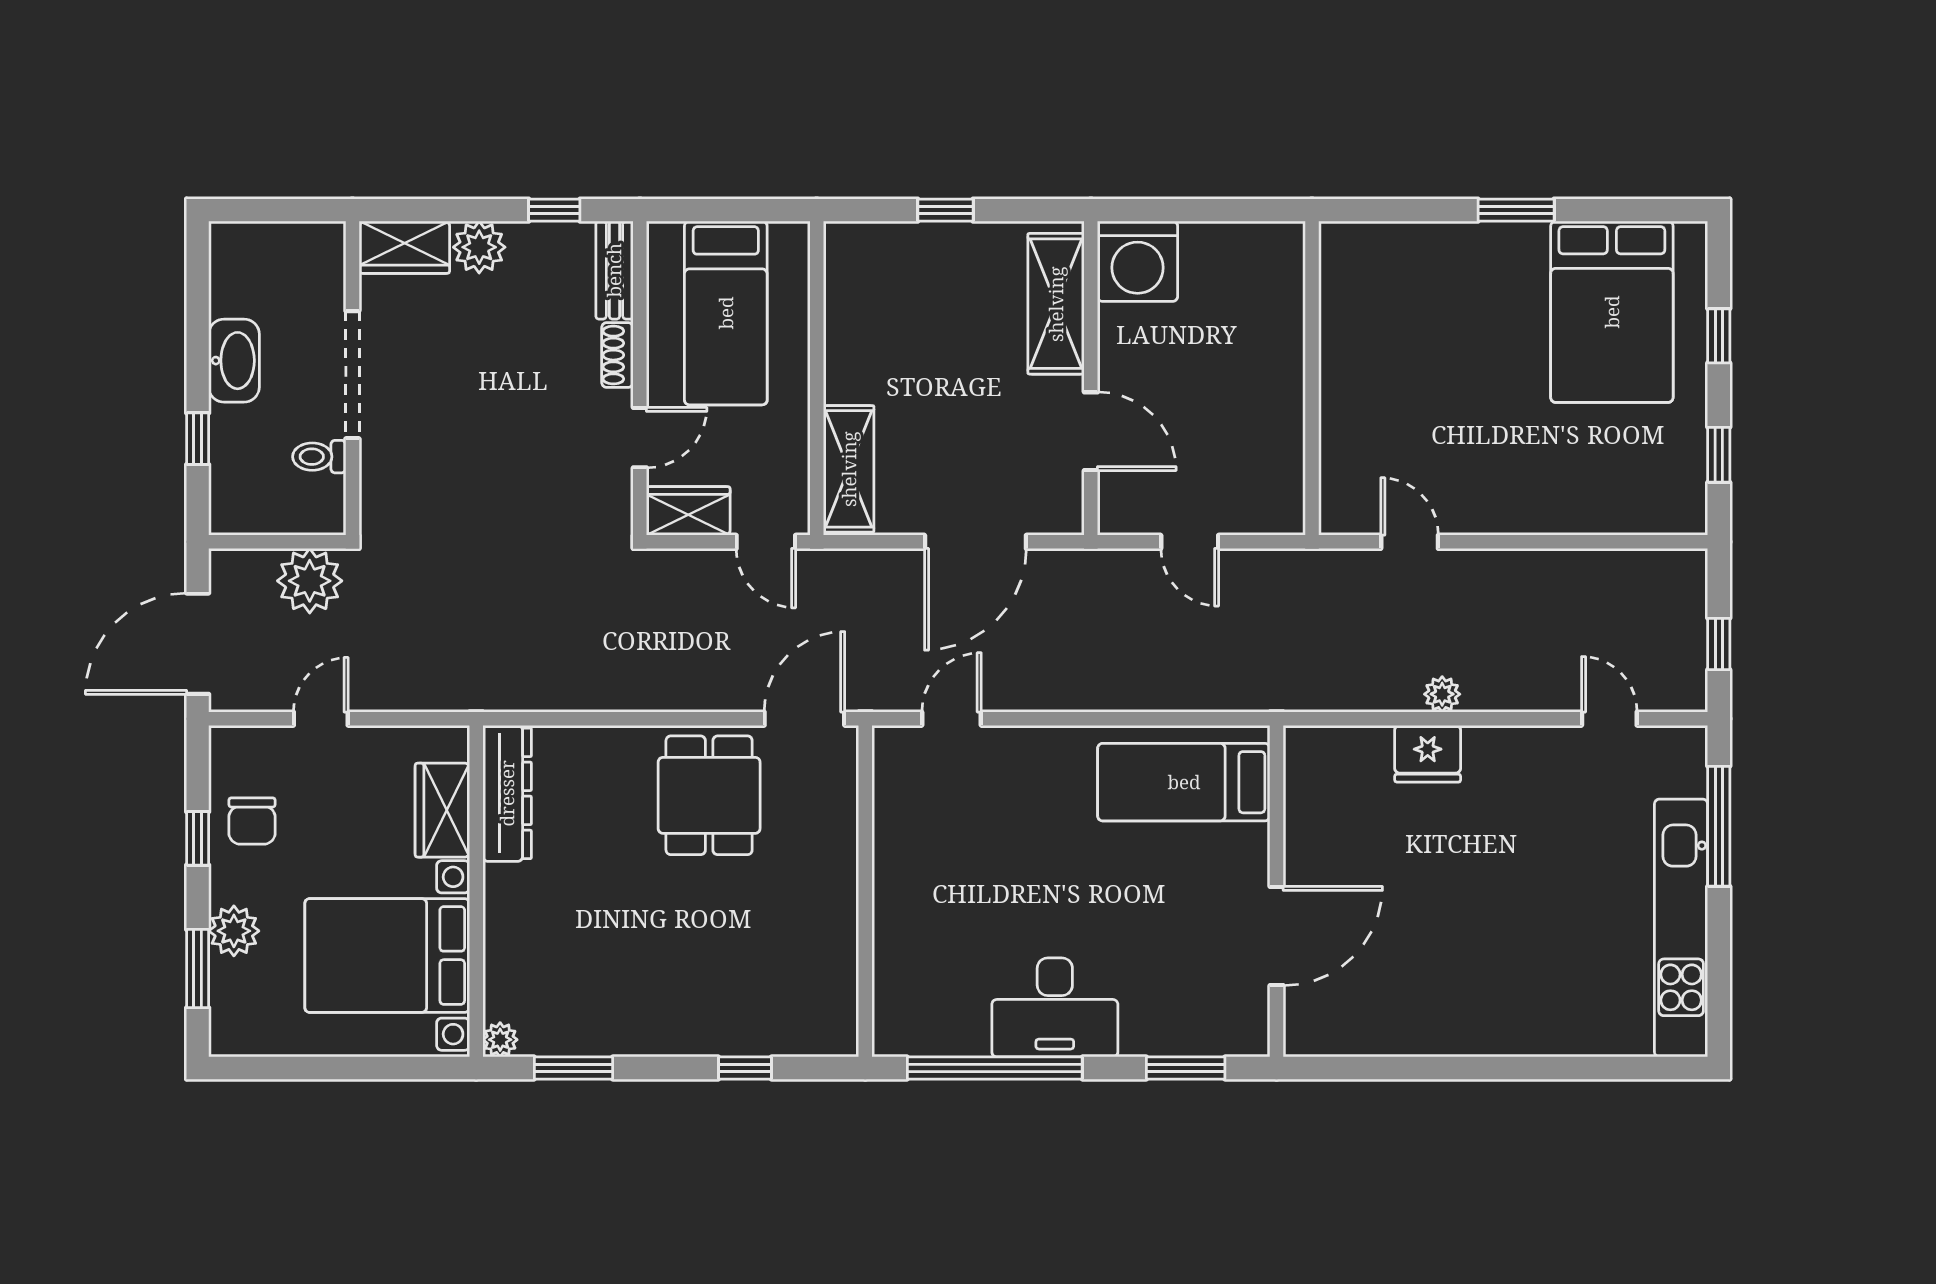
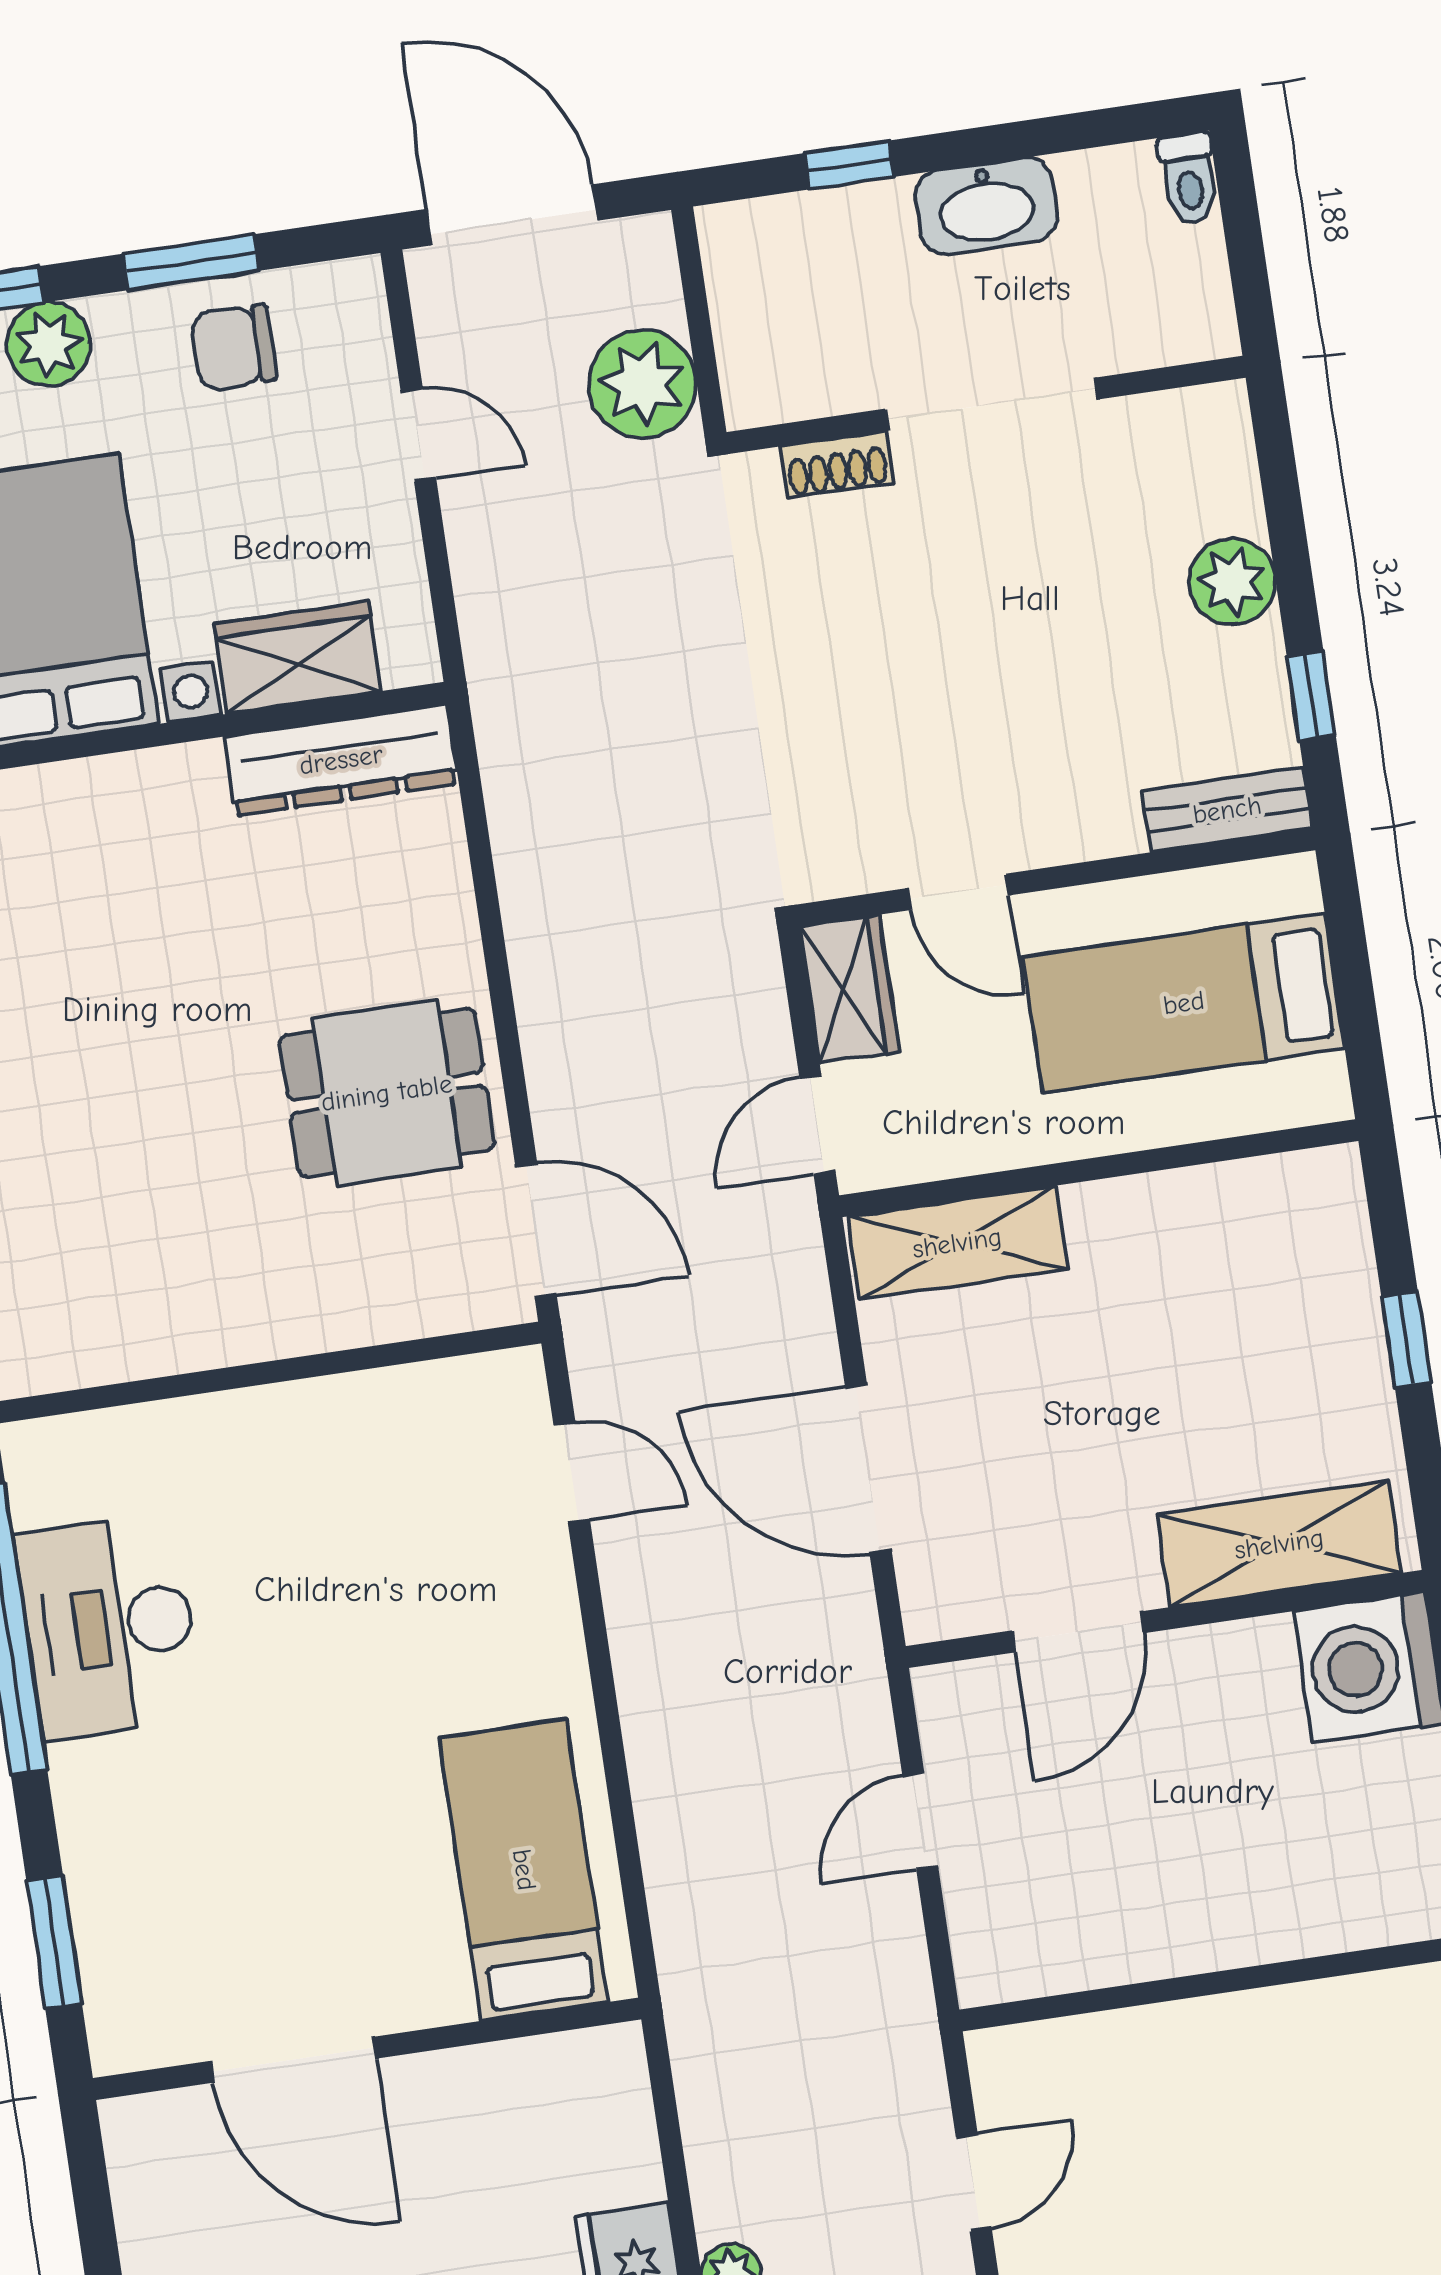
wardrobe: (405, 247) -> (1214, 459), removed
shoe rack: (617, 355) -> (837, 464), moved, turned 180
toilet: (319, 457) -> (1189, 178), moved, turned 180
window: (198, 838) -> (192, 262), width x1.50
desk: (1055, 1007) -> (109, 1626), moved

